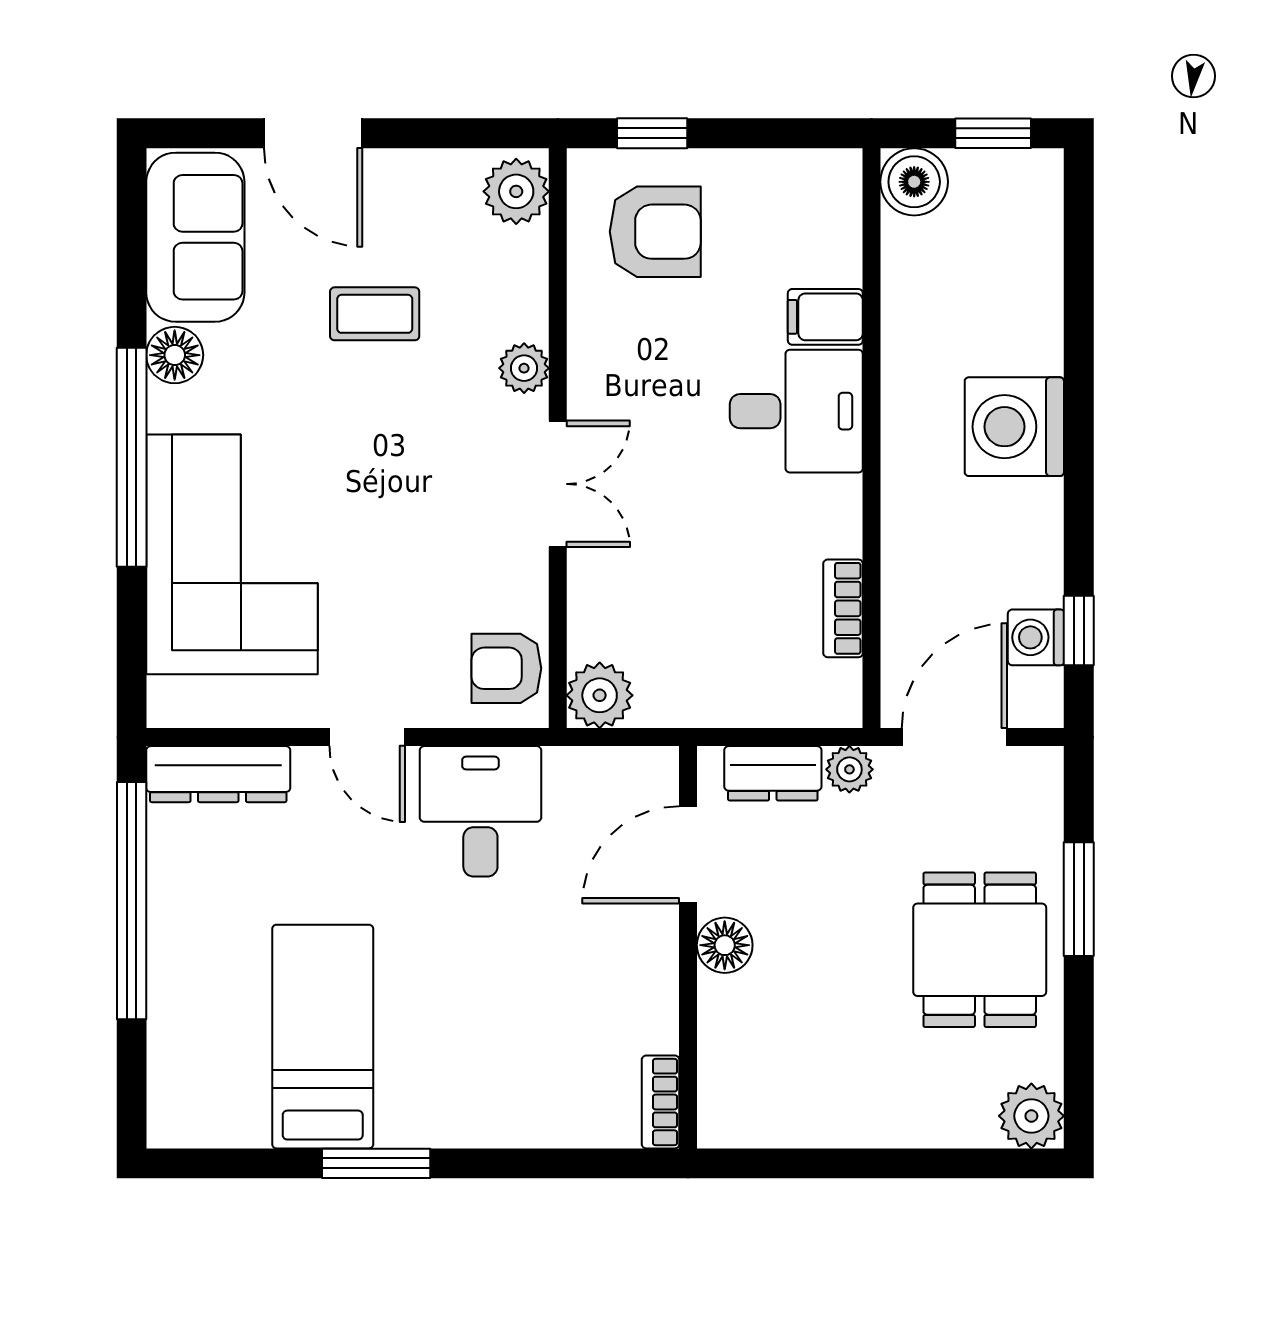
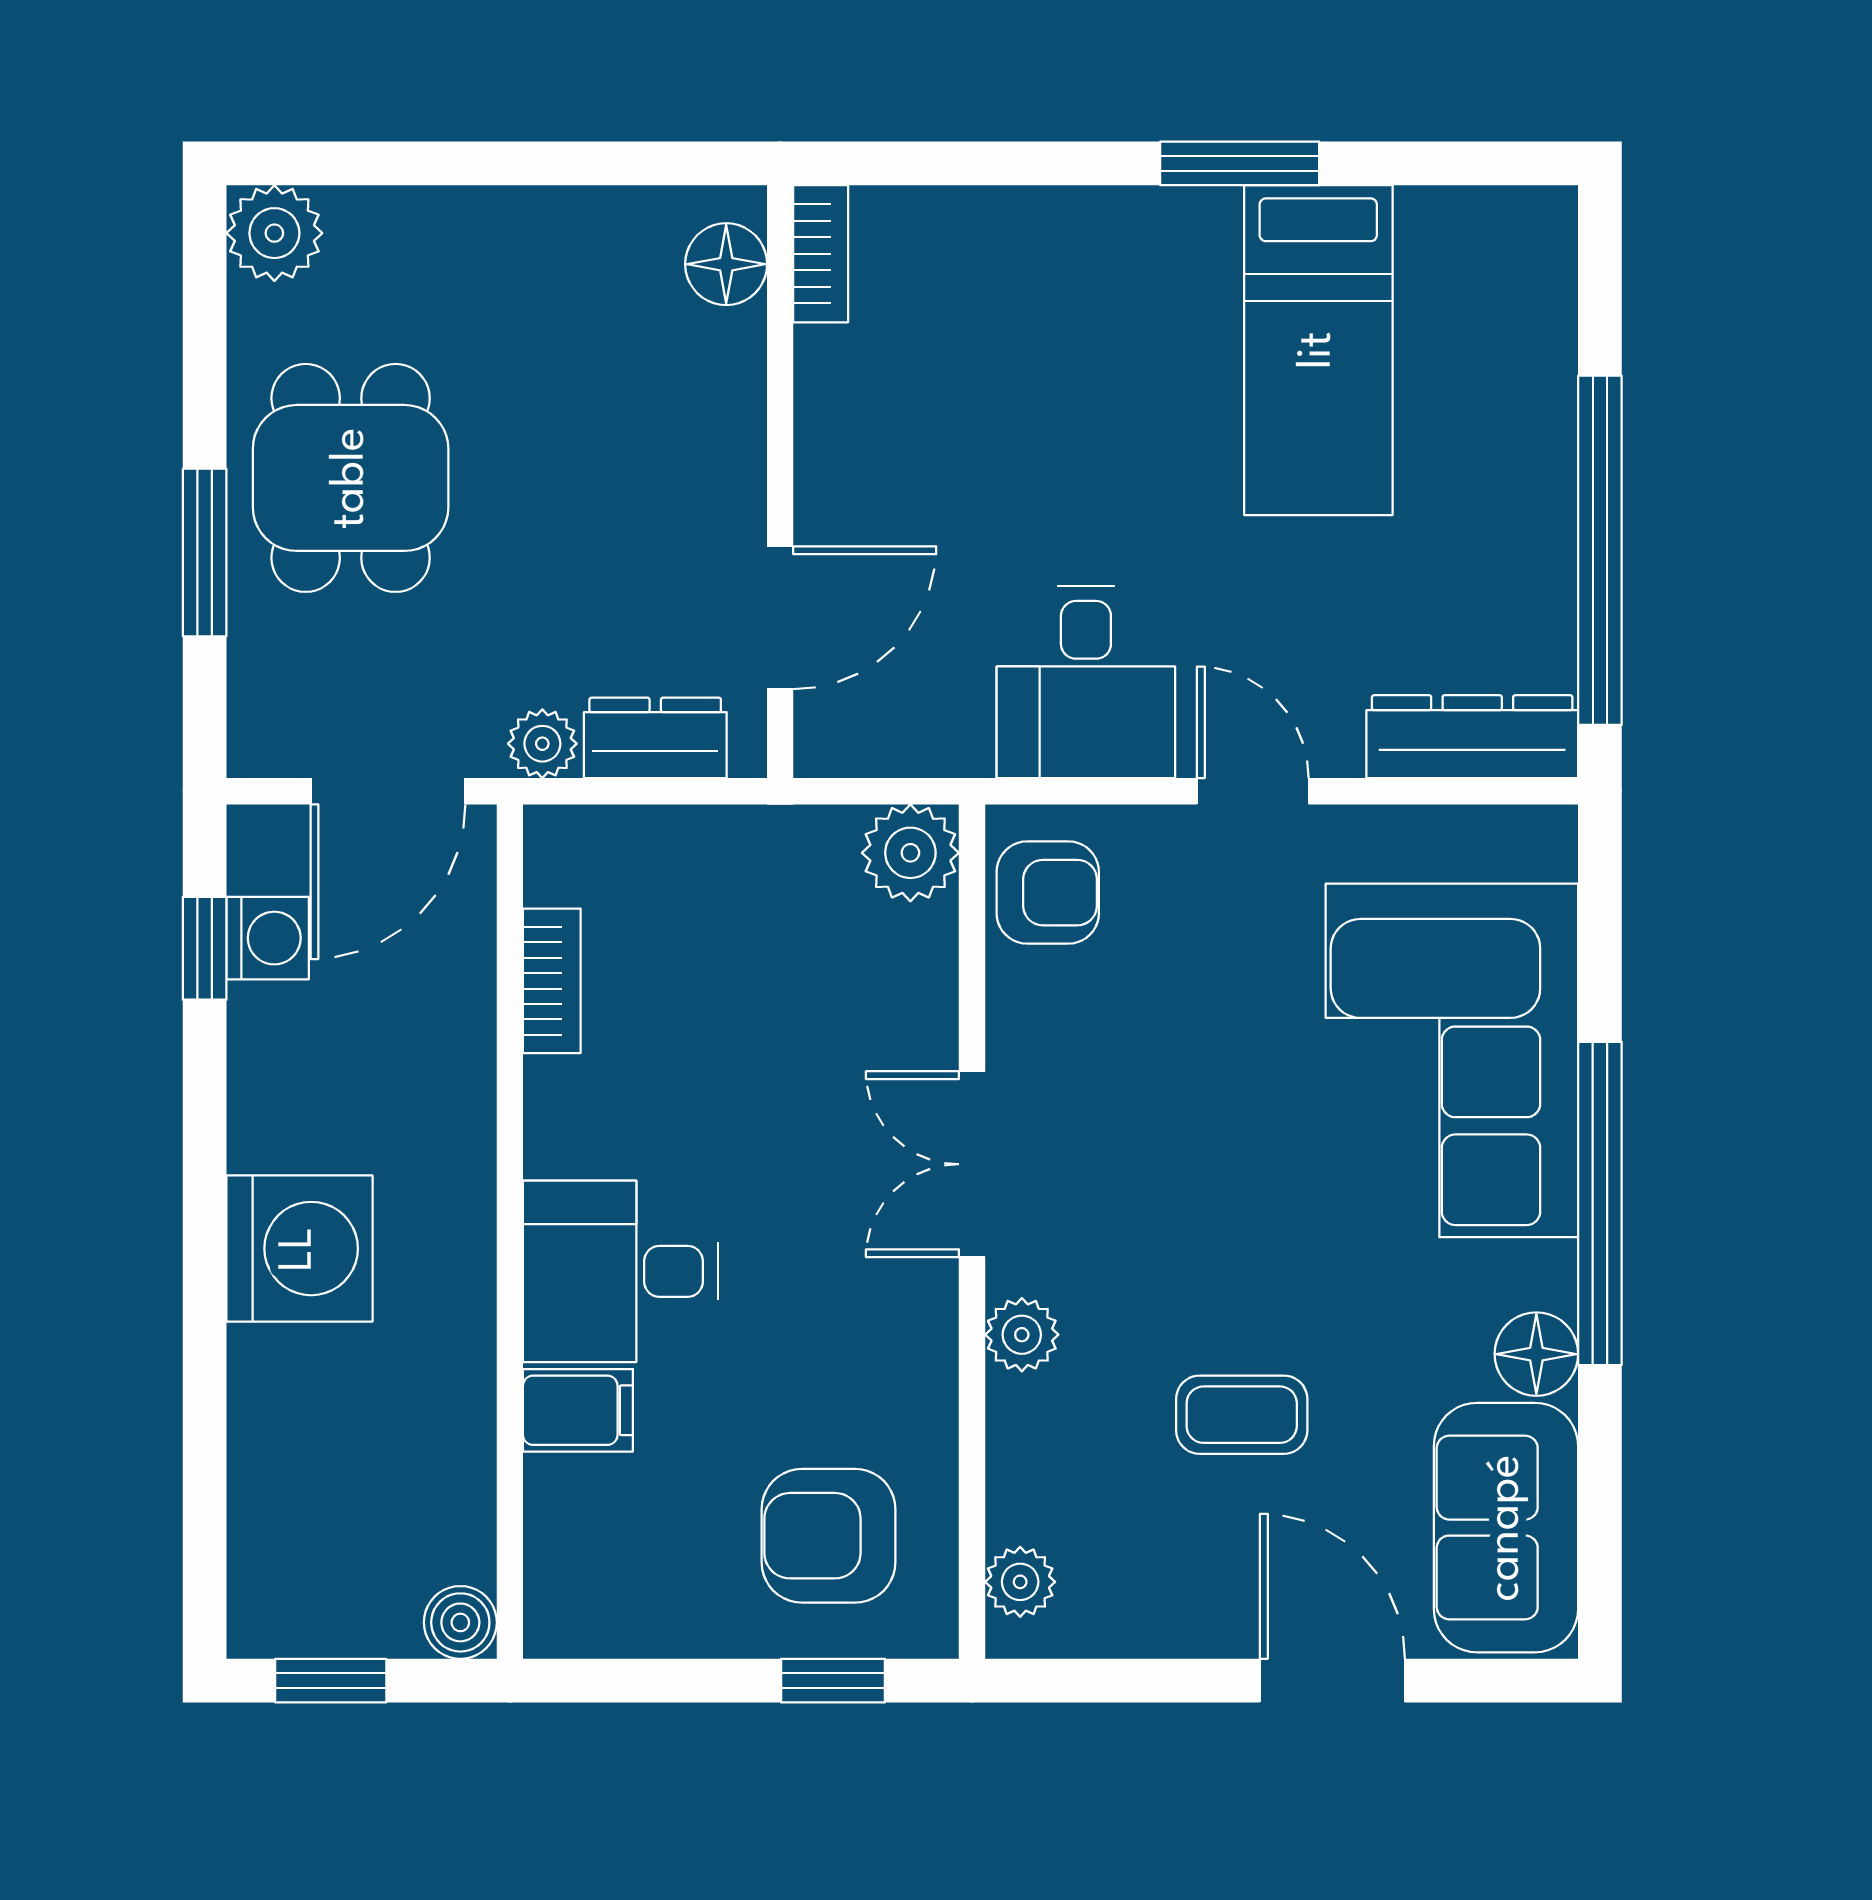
boiler: (914, 182) -> (460, 1622), width x0.73, depth x0.73
plant: (516, 191) -> (1020, 1582), width x0.73, depth x0.73
floor lamp: (725, 945) -> (726, 264), moved

